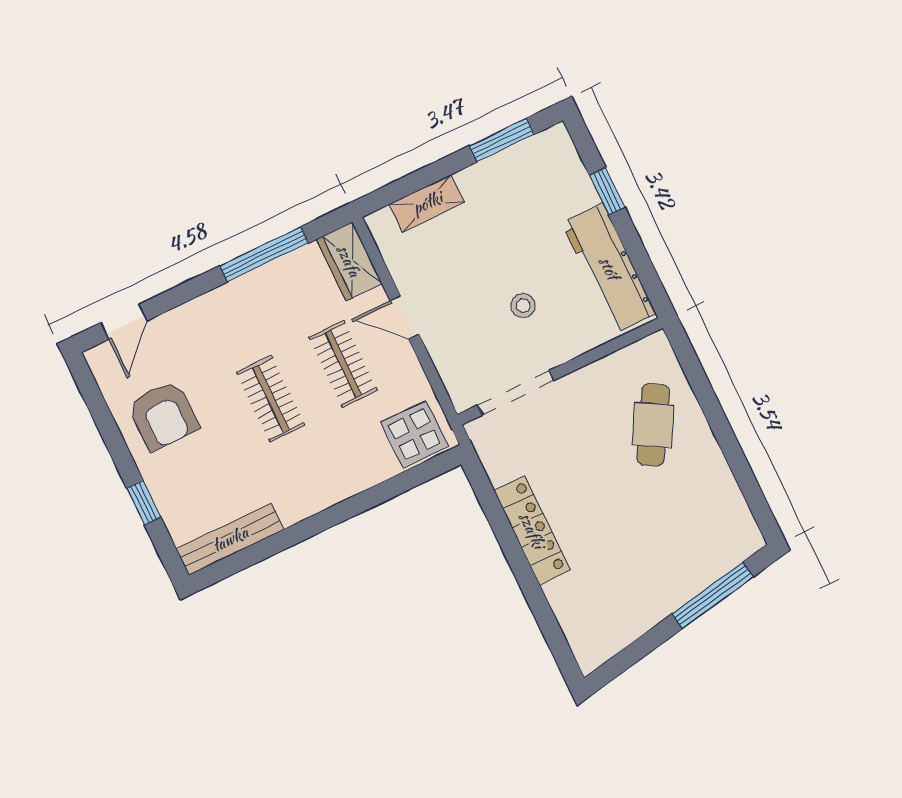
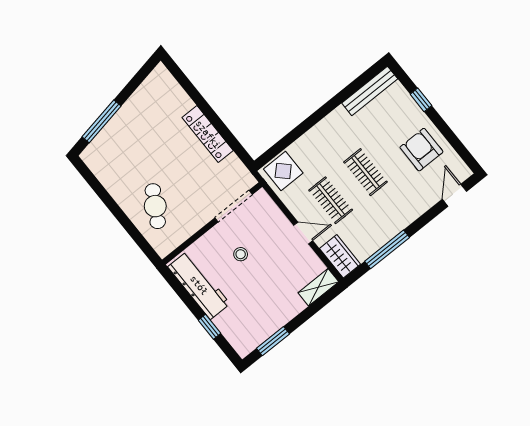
shelving: (427, 203) -> (318, 287), moved

